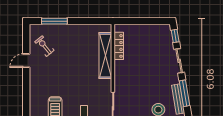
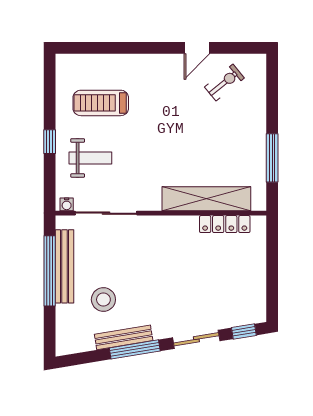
window: (54, 21) -> (272, 158), moved
door: (26, 61) -> (197, 48), swing flipped

